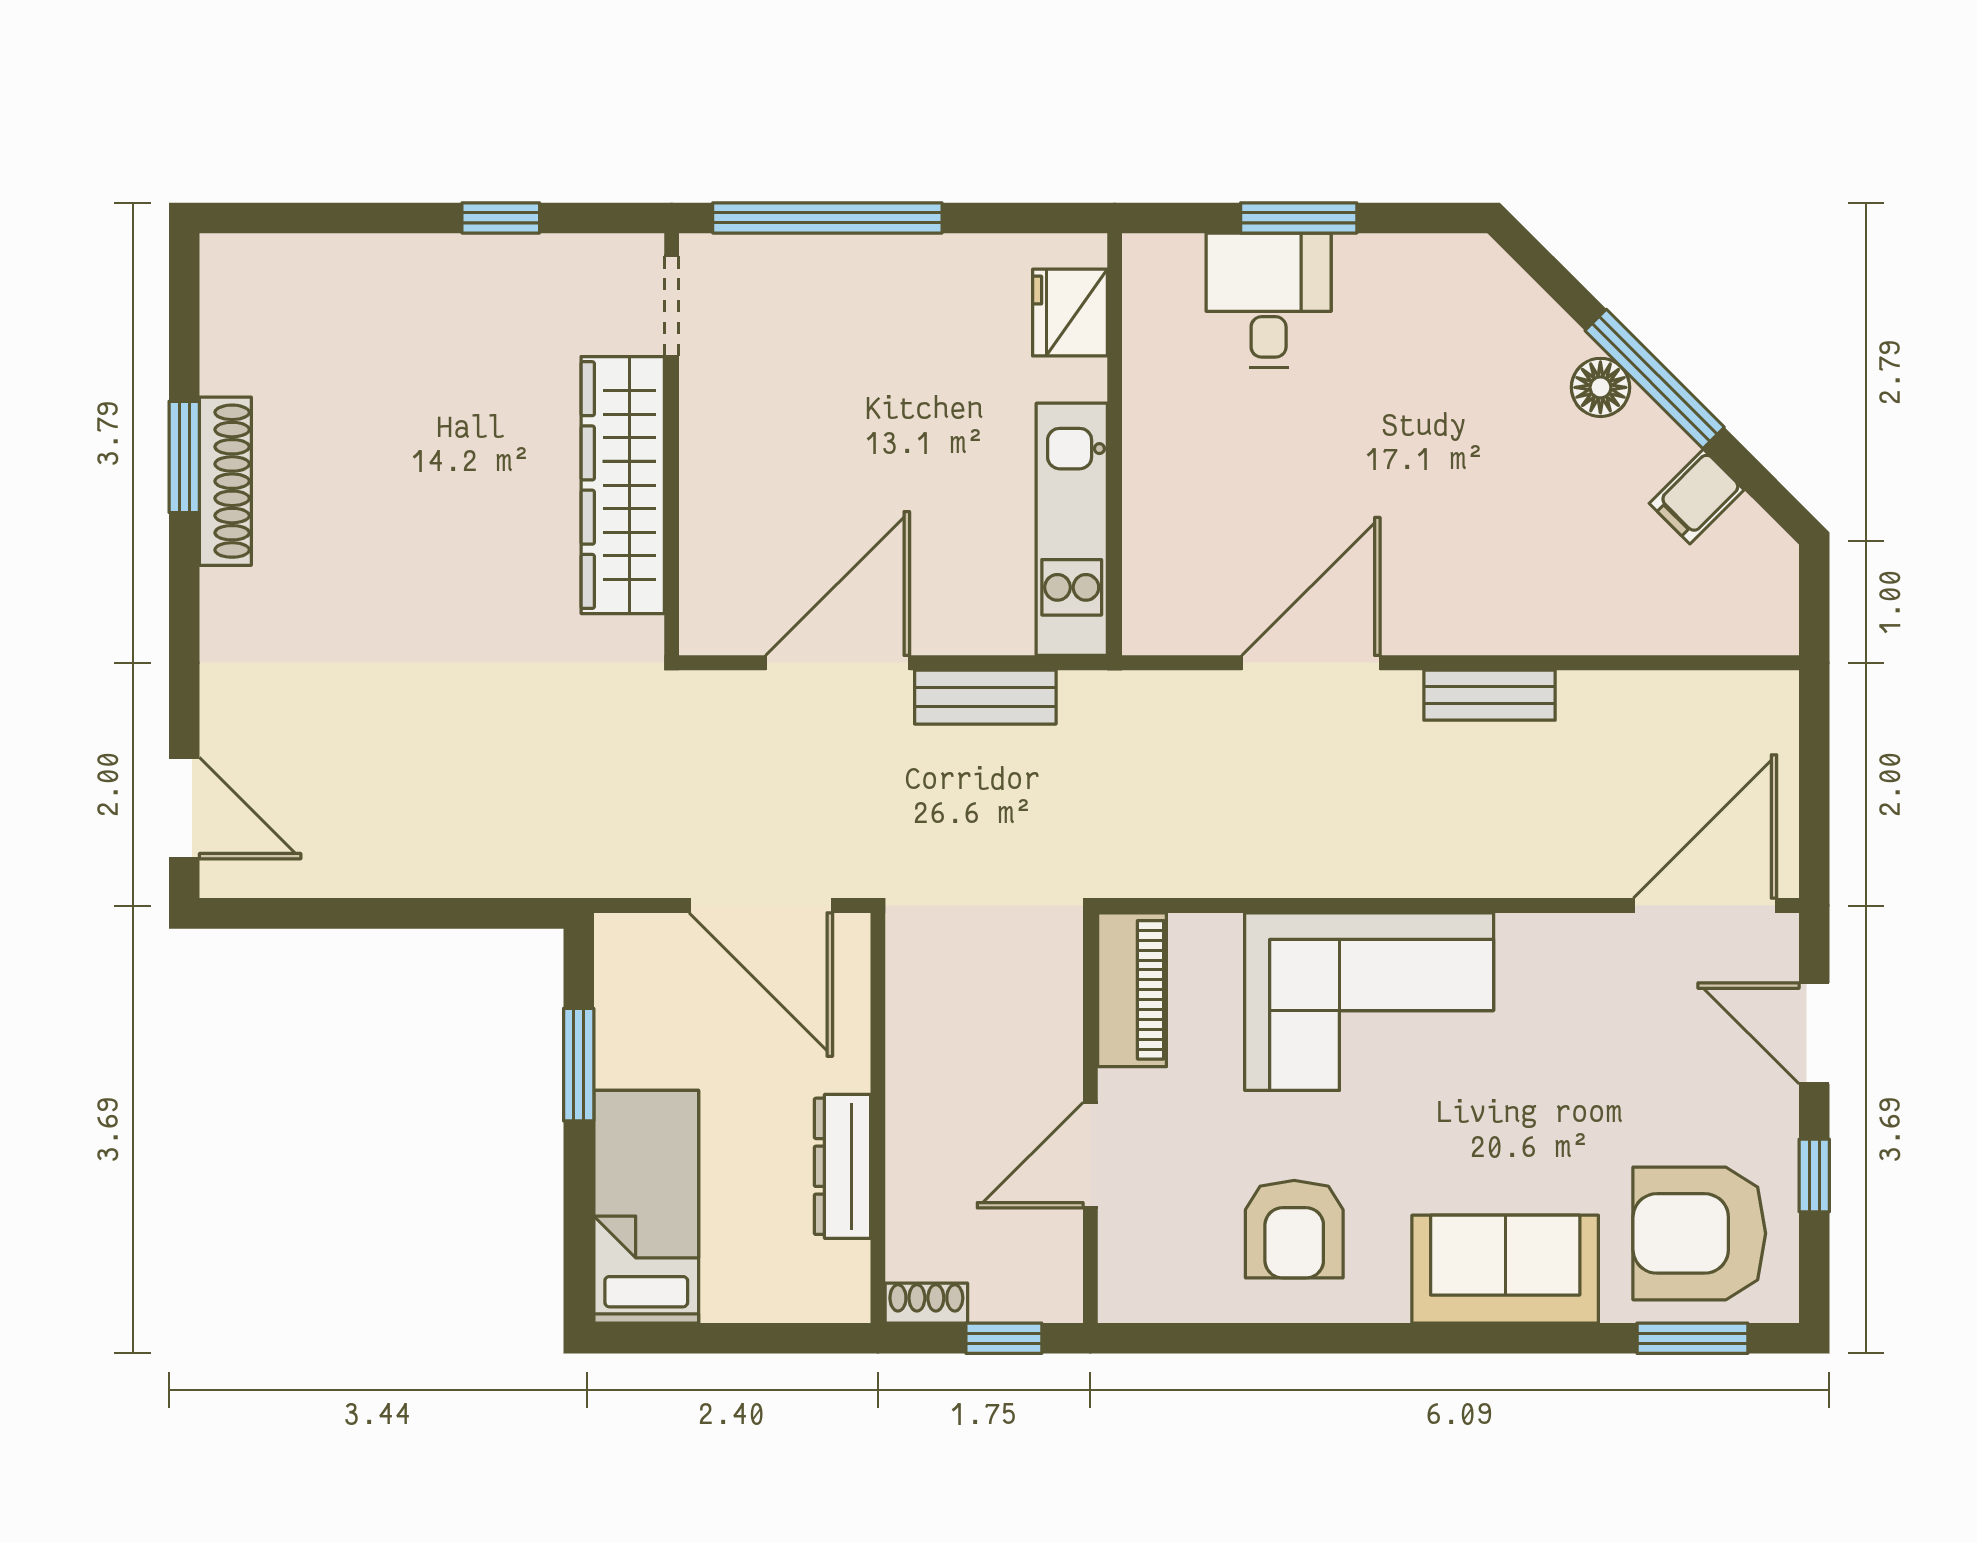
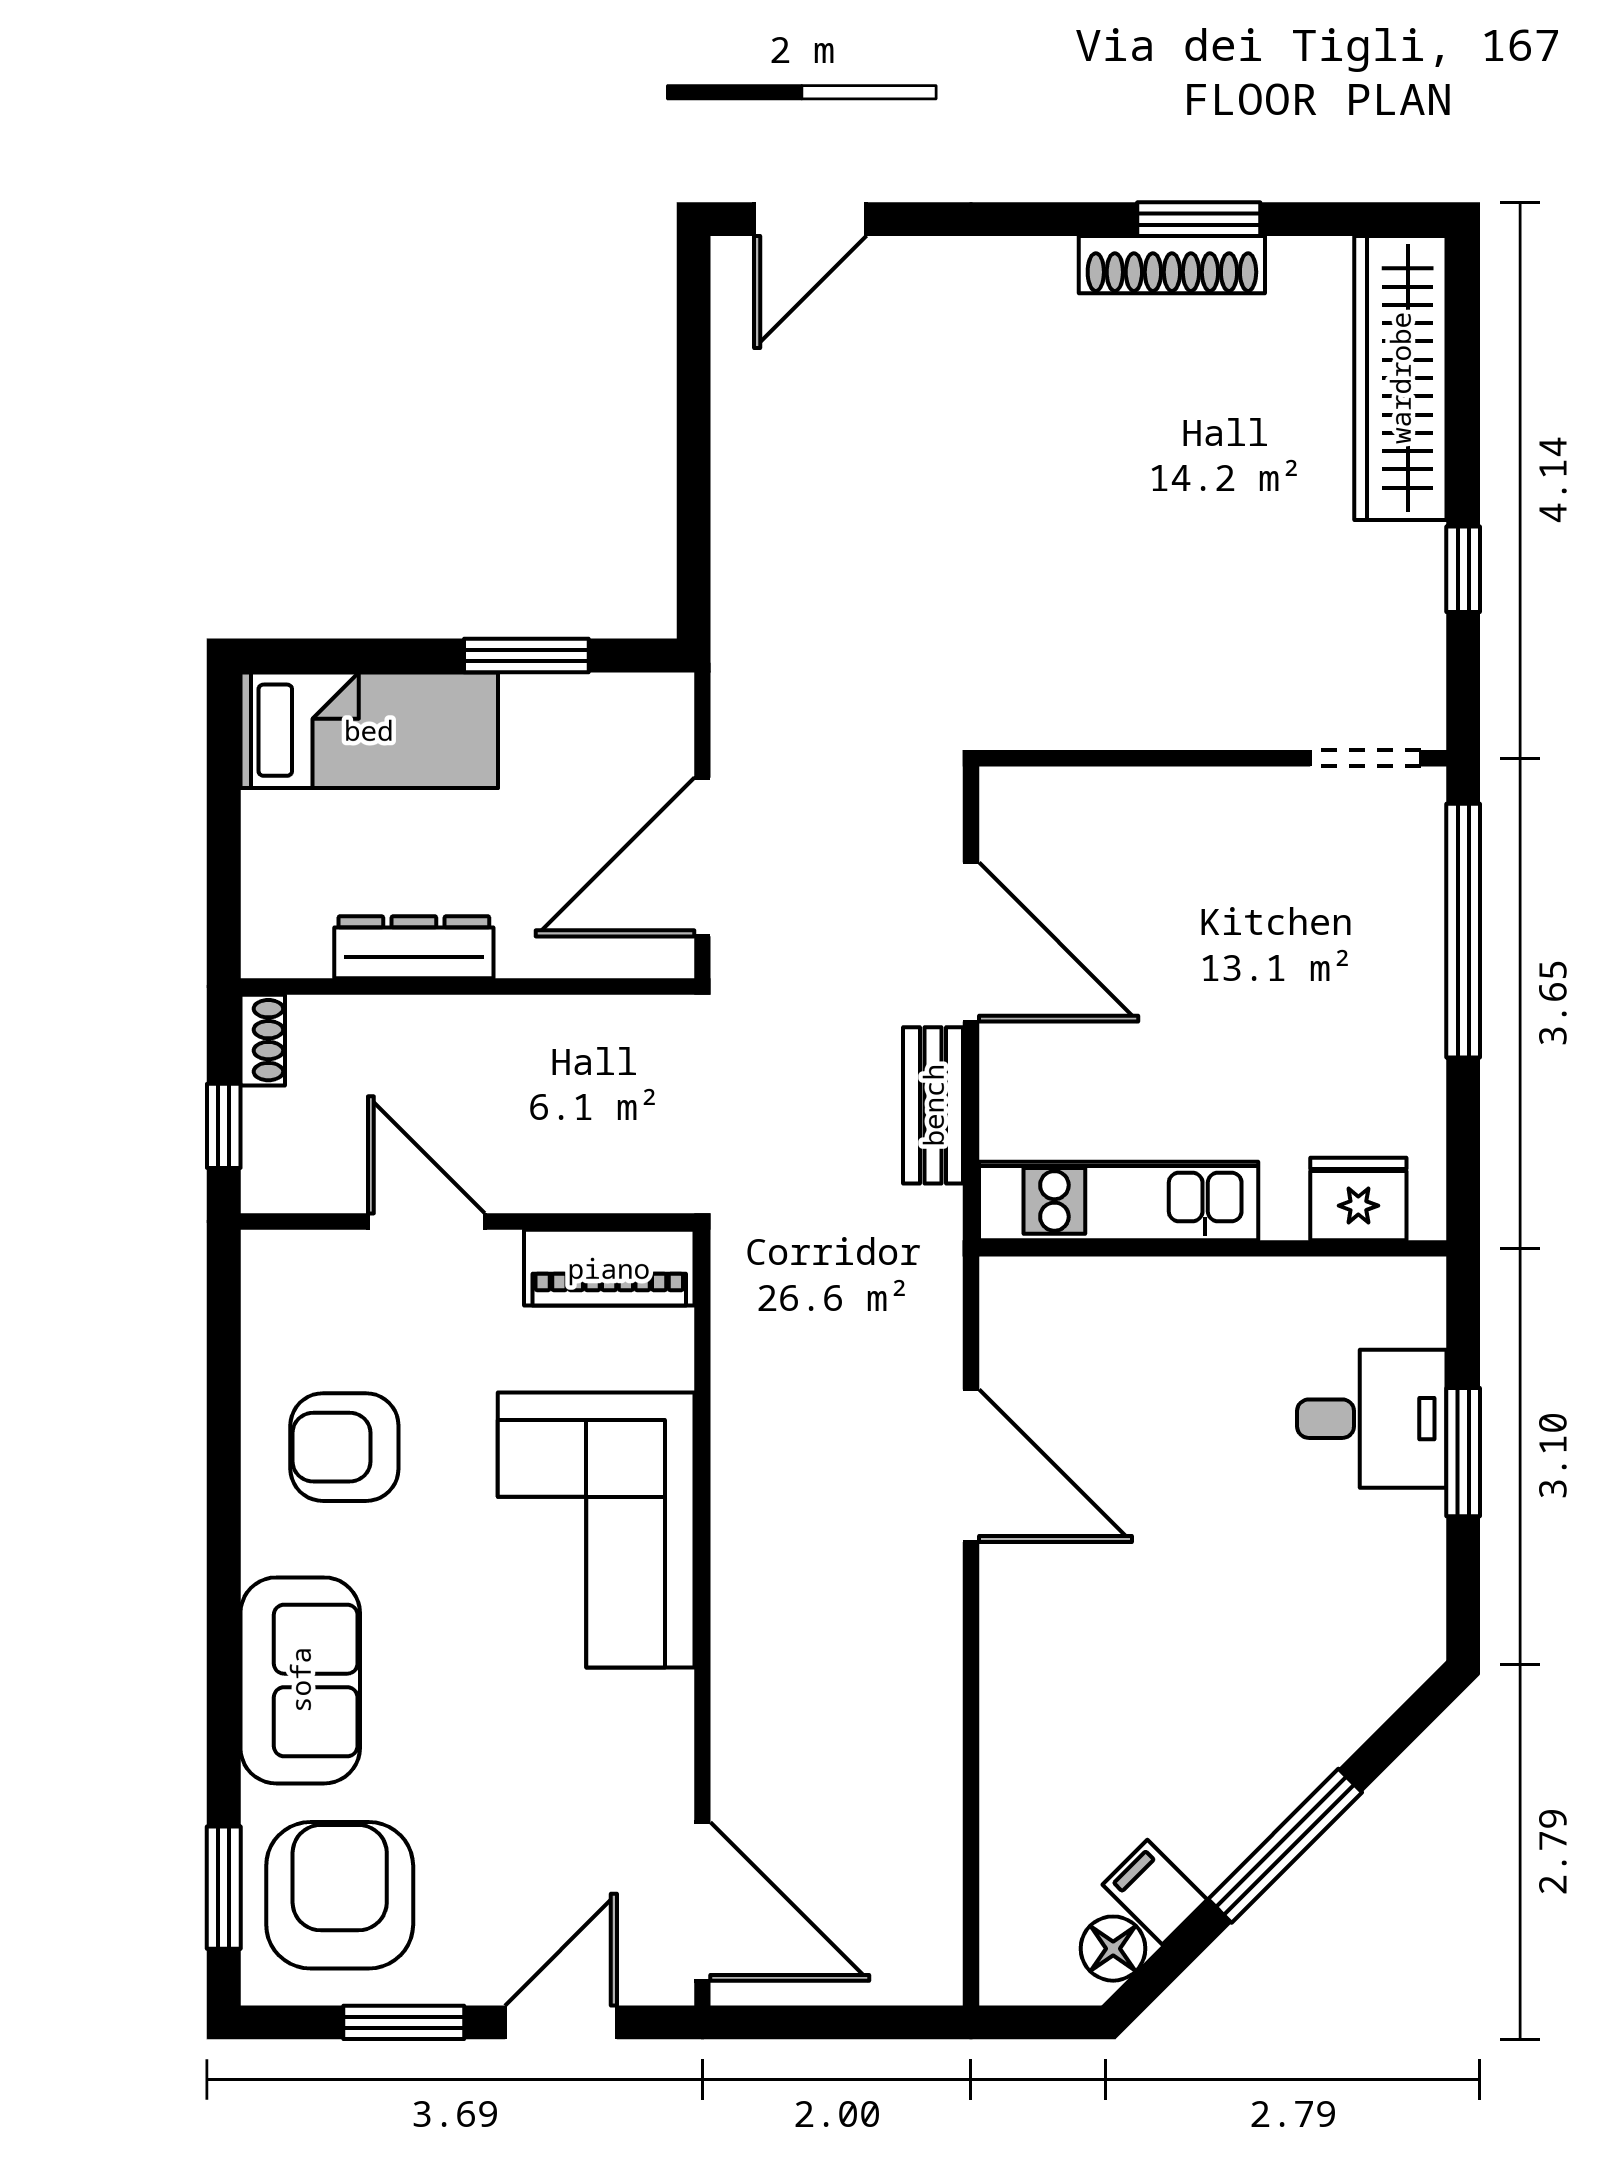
floor lamp: (1600, 387) -> (1113, 1949), moved
wardrobe: (623, 485) -> (1400, 378), moved, turned -90
bench: (1490, 695) -> (935, 1663), removed
window: (1814, 1176) -> (404, 2022), width x1.50

